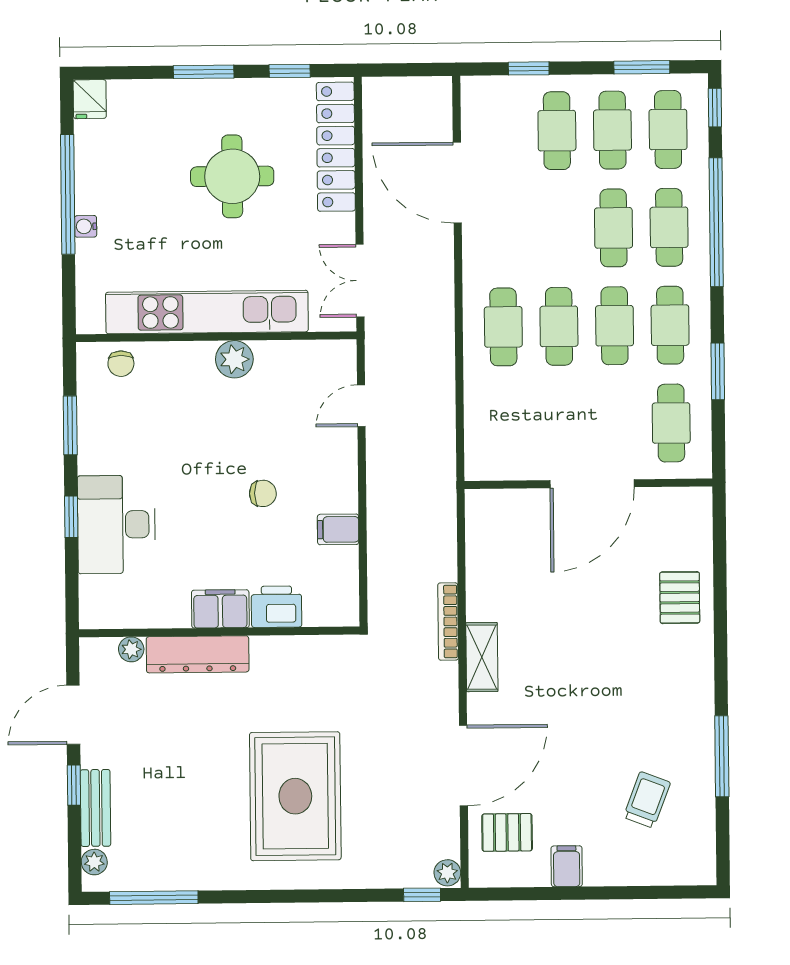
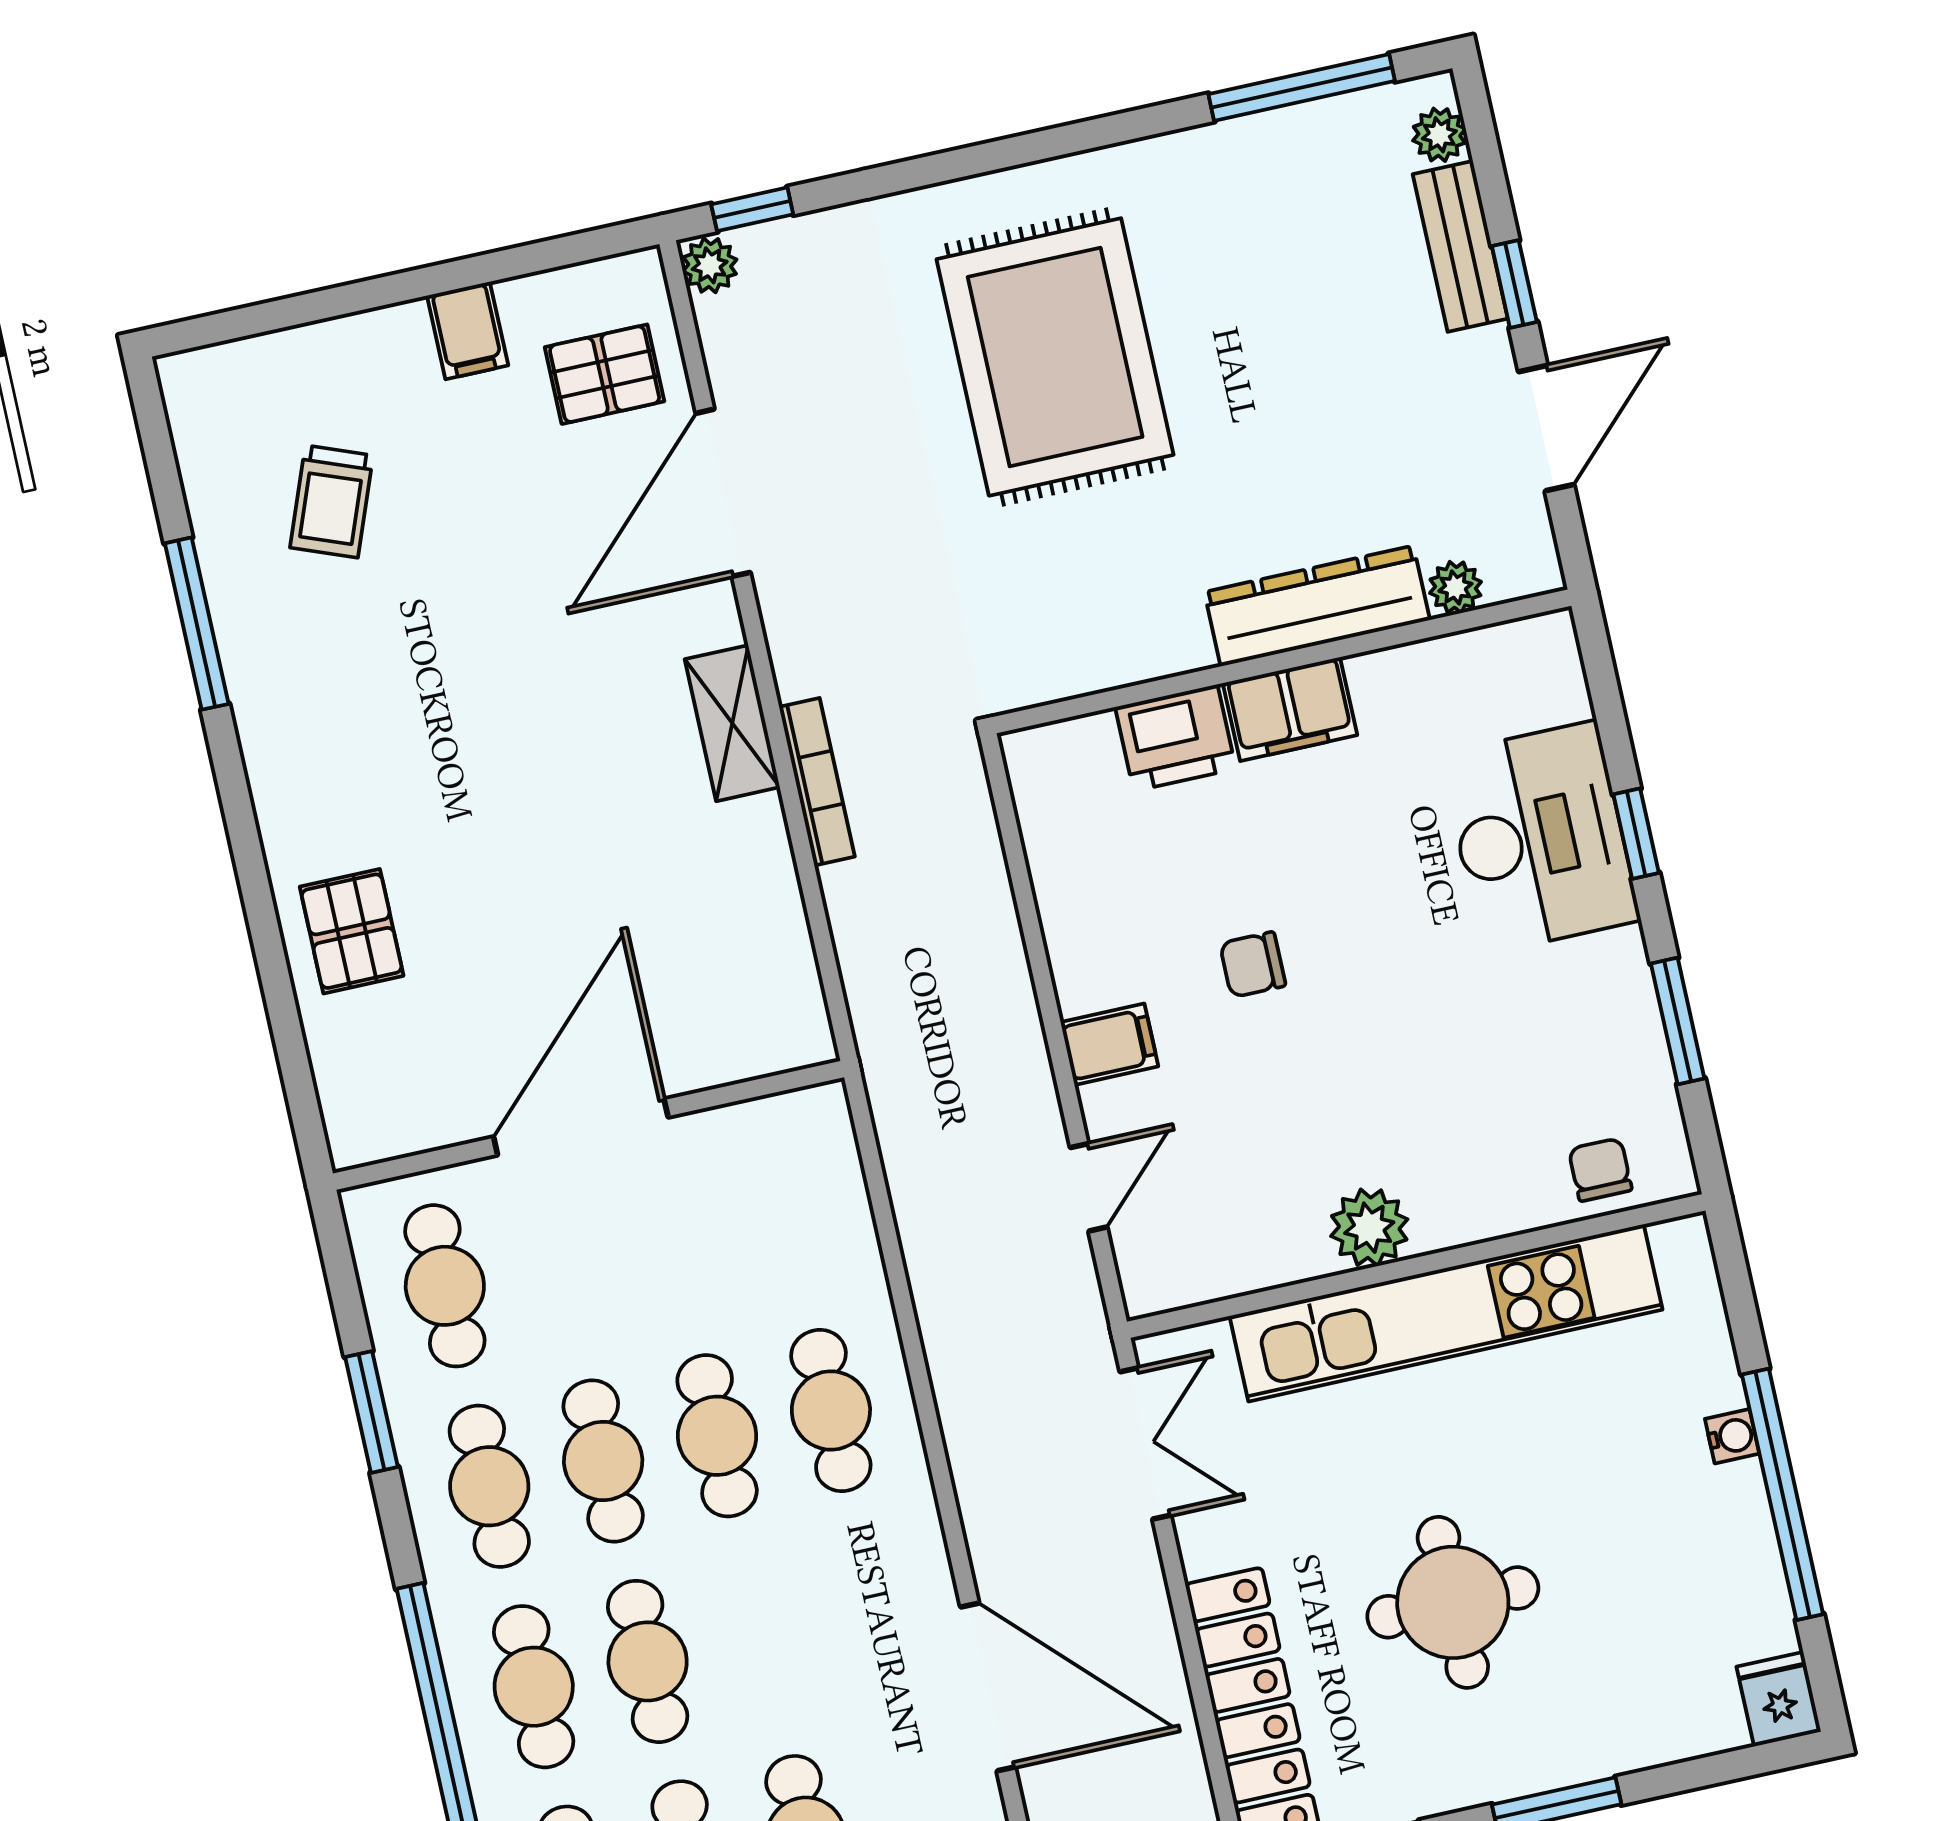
filing cabinet: (338, 529) -> (1109, 1044), moved

